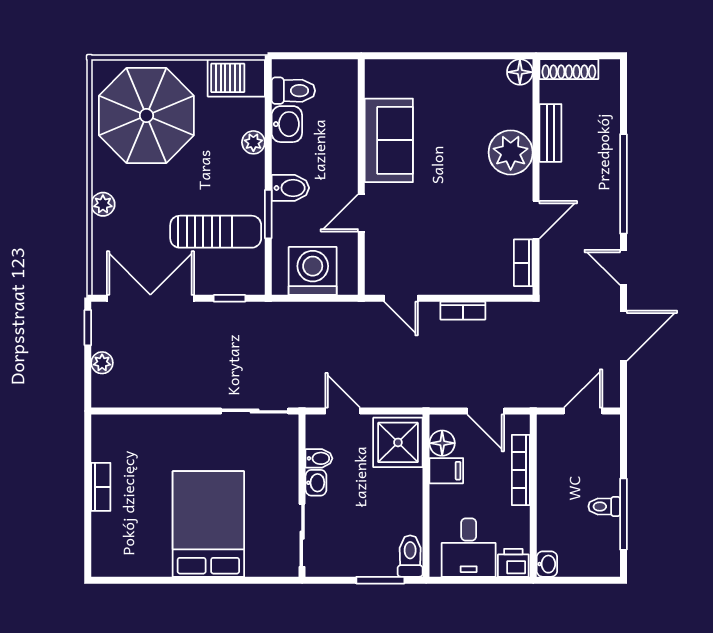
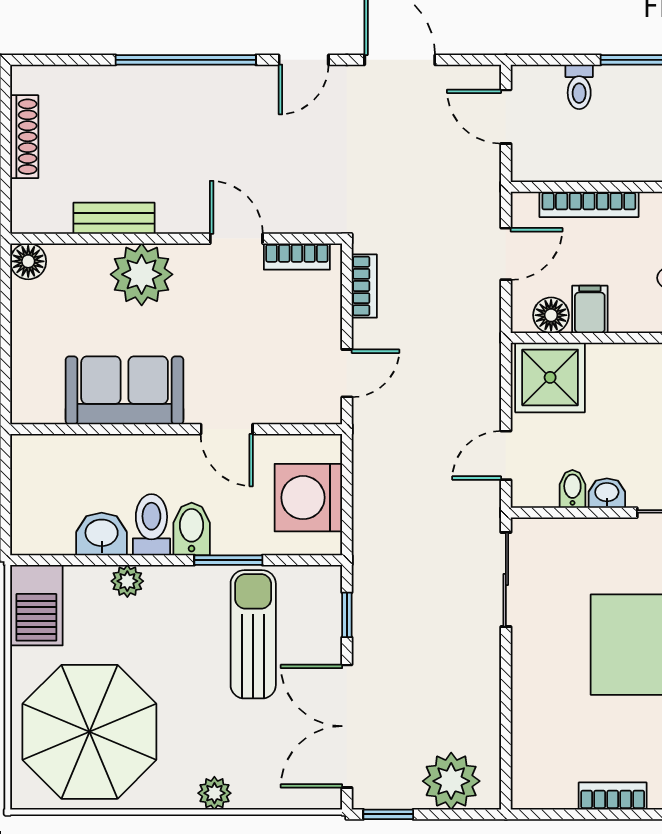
floor lamp: (520, 72) -> (28, 261), moved
toilet: (293, 91) -> (151, 525), moved
bench: (550, 133) -> (114, 218), moved
plant: (511, 152) -> (142, 274), moved
wall: (536, 177) -> (176, 239), moved
door: (536, 220) -> (236, 239), moved
bookcase: (523, 263) -> (297, 257), moved
plant: (102, 363) -> (451, 781), width x1.88, depth x1.88
toilet: (604, 506) -> (579, 87), moved

